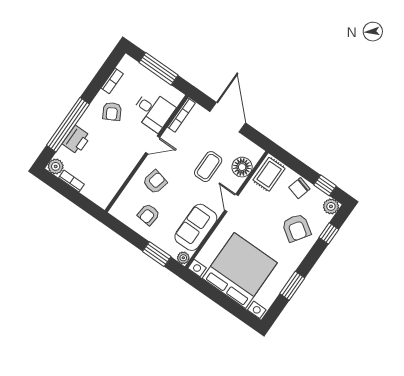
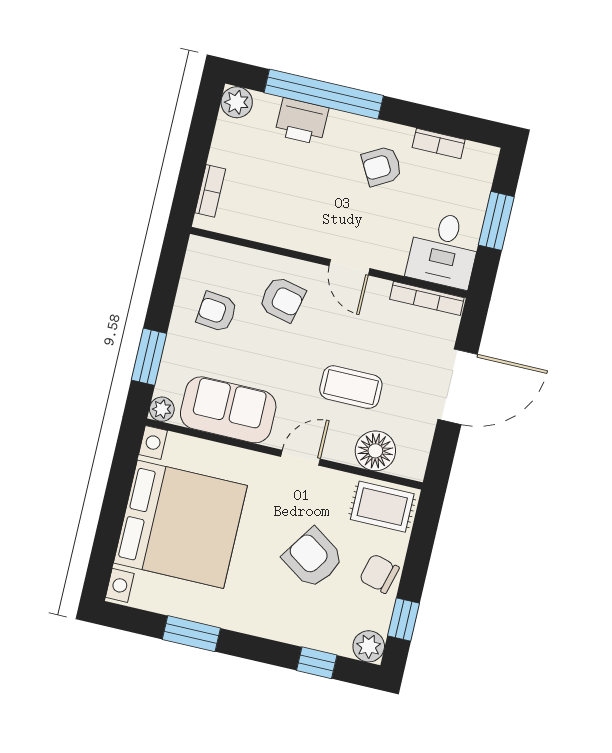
window: (158, 69) -> (496, 221), width x0.69
desk: (153, 111) -> (444, 250), moved
bookcase: (71, 181) -> (210, 191), moved
armchair: (296, 228) -> (313, 558), moved, turned 90

